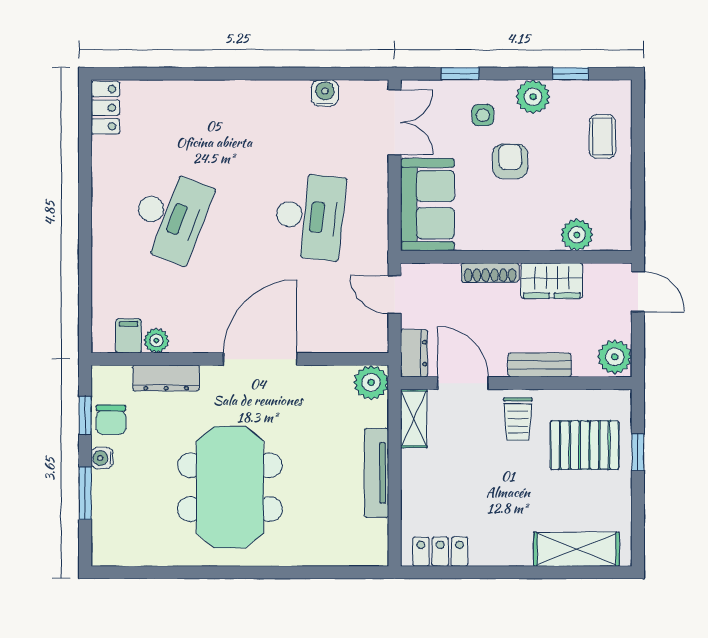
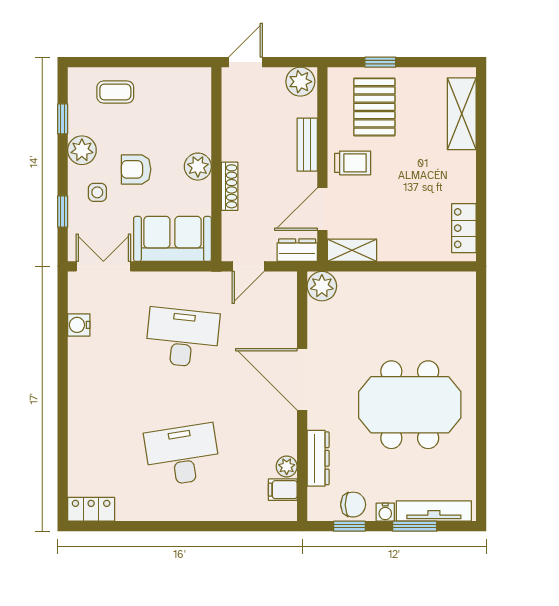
desk: (170, 216) -> (182, 455), turned -30
plant: (577, 235) -> (198, 167), moved
wardrobe: (552, 281) -> (236, 134), removed
tv unit: (376, 473) -> (434, 511), moved, turned 180

